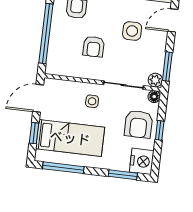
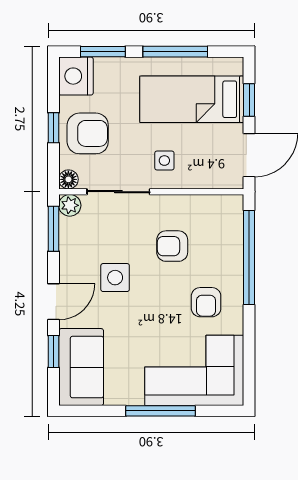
armchair: (94, 47) -> (172, 246), turned -90
armchair: (139, 124) -> (88, 133), turned 90
window: (63, 168) -> (175, 52), moved

